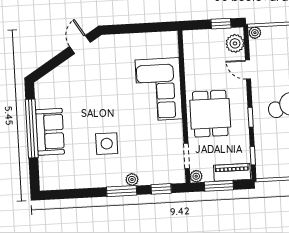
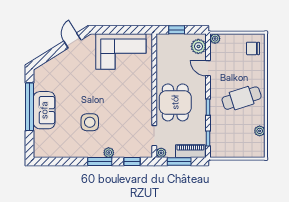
window: (221, 24) -> (177, 30), moved
corner sofa: (159, 89) -> (121, 52), moved, turned -90

